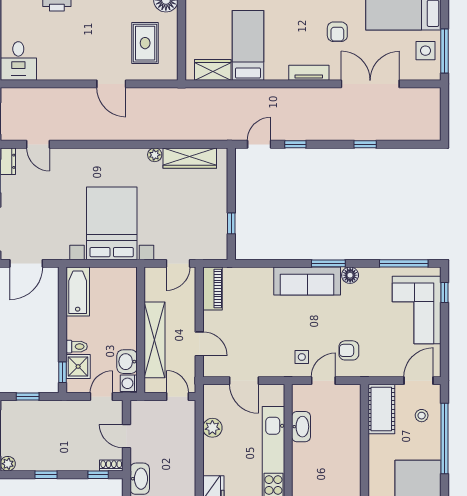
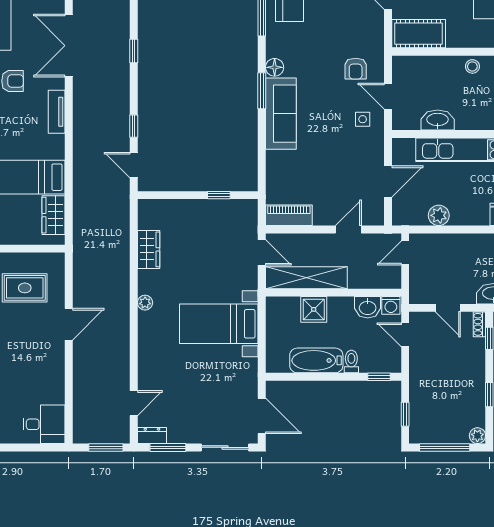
plant: (155, 155) -> (145, 303), moved
wardrobe: (190, 158) -> (149, 249), width x0.67
bed with nightstands: (112, 223) -> (219, 324), width x0.73
bathtub: (78, 291) -> (316, 360), moved
shelving: (155, 340) -> (306, 278), moved
shower: (78, 367) -> (314, 309), moved
door: (126, 436) -> (448, 308), hinge flipped
stool: (351, 459) -> (472, 66), added

